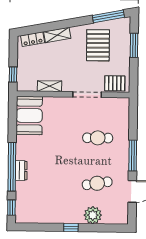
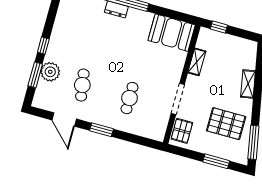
locker: (33, 39) -> (250, 57), removed
window: (133, 156) -> (102, 130), width x0.69
window: (99, 228) -> (35, 75), added

